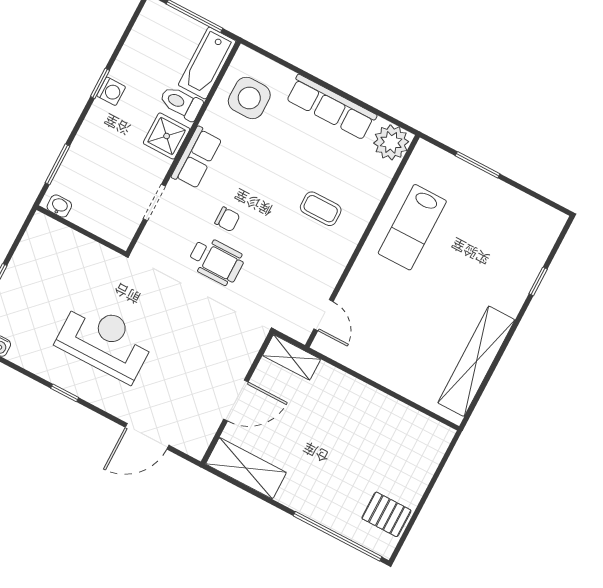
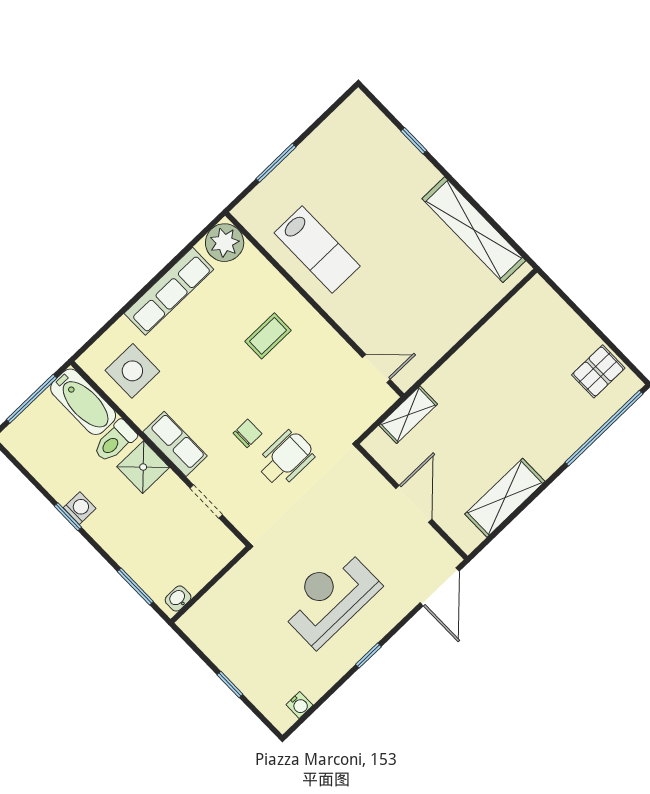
wall: (237, 398) -> (412, 502), moved
door: (236, 400) -> (414, 504), moved

